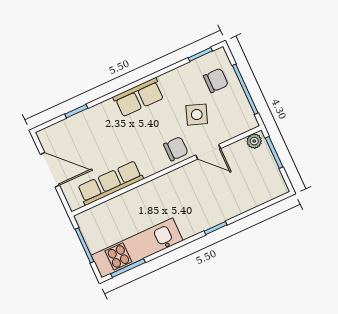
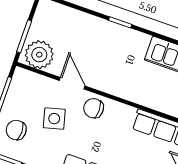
side table: (197, 115) -> (54, 119), turned -35
plant: (254, 141) -> (39, 55), width x1.87, depth x1.87

